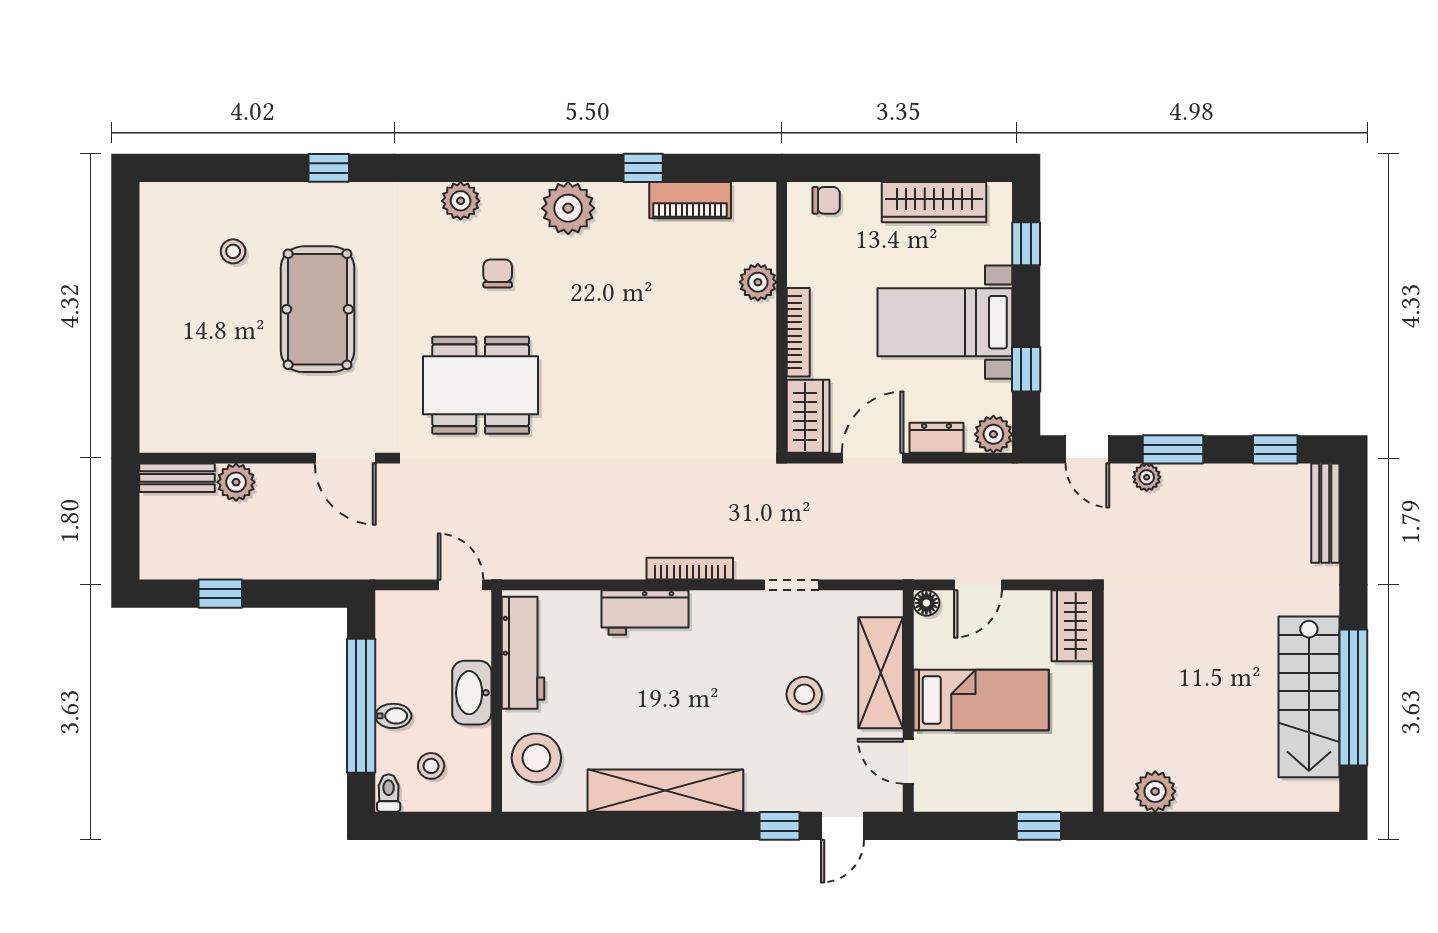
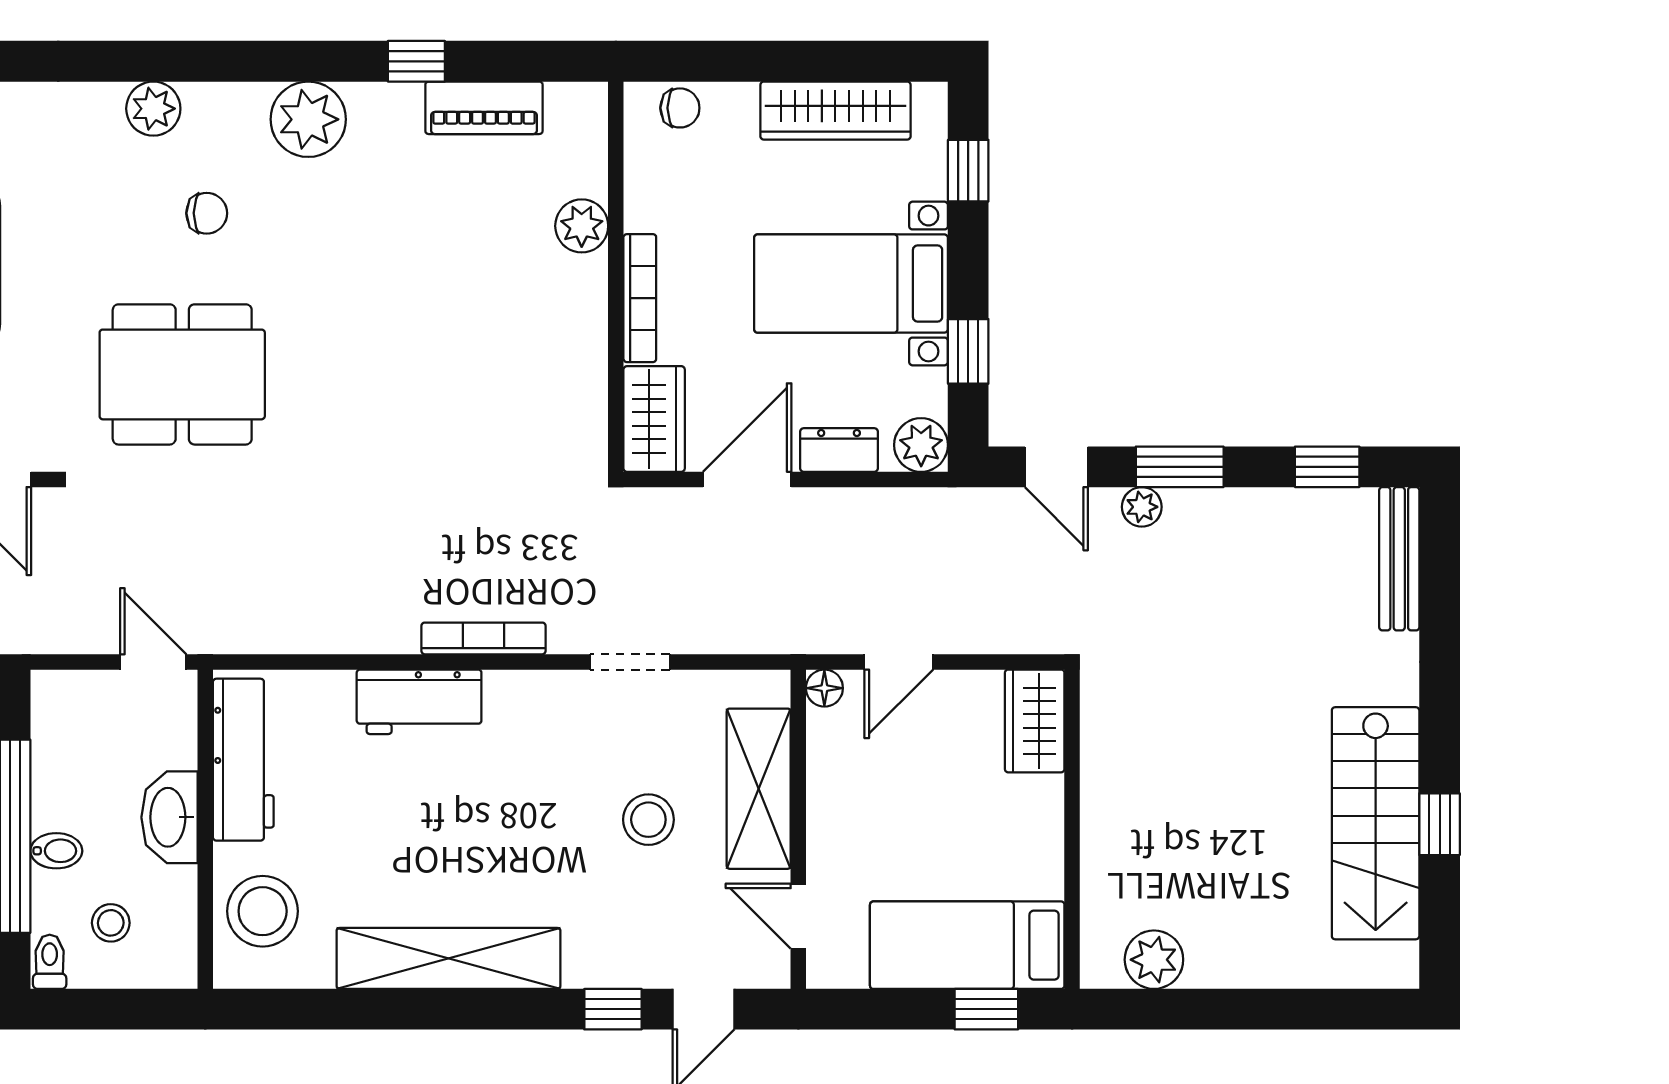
chair: (498, 273) -> (207, 213), turned 90
window: (1353, 697) -> (1440, 824), width x0.32
bed: (981, 700) -> (967, 945), moved, turned 180

